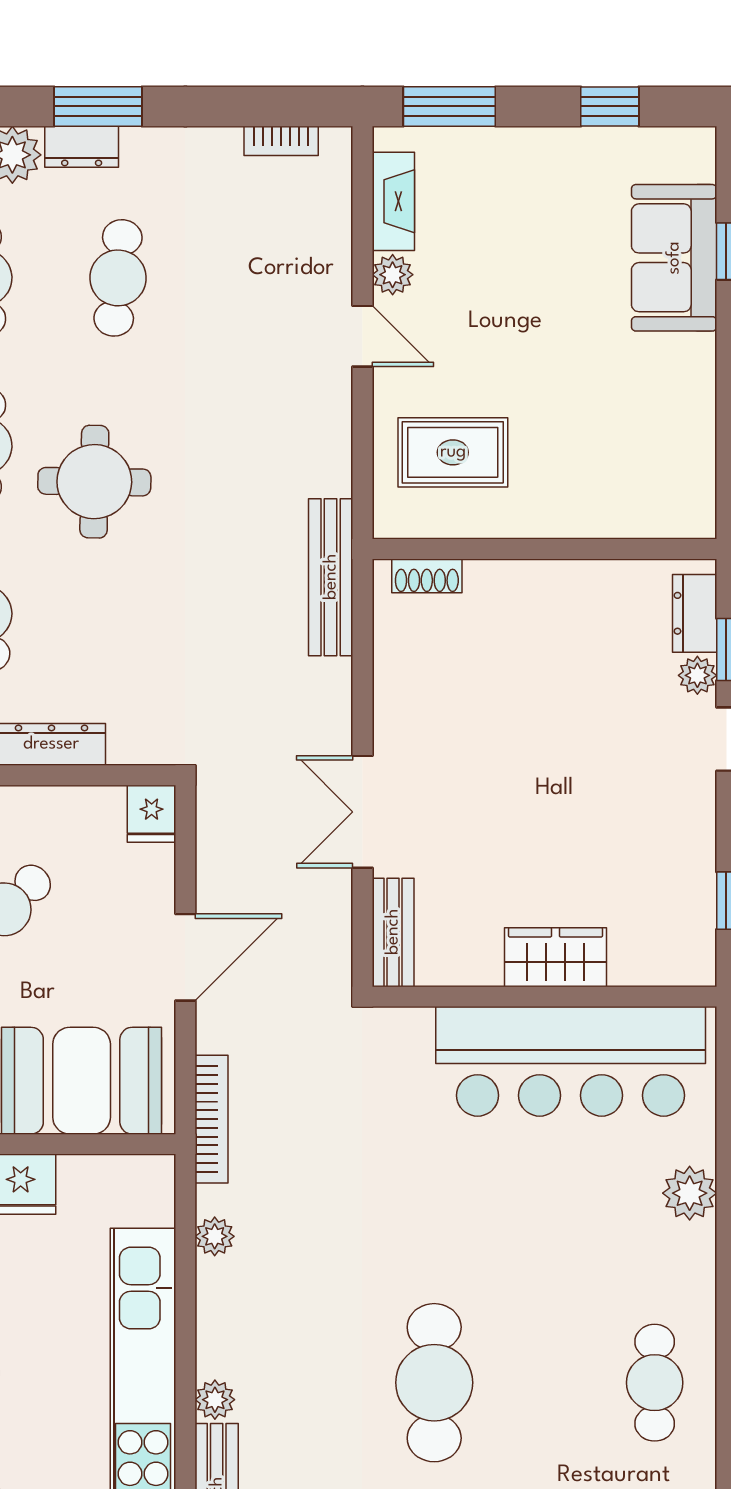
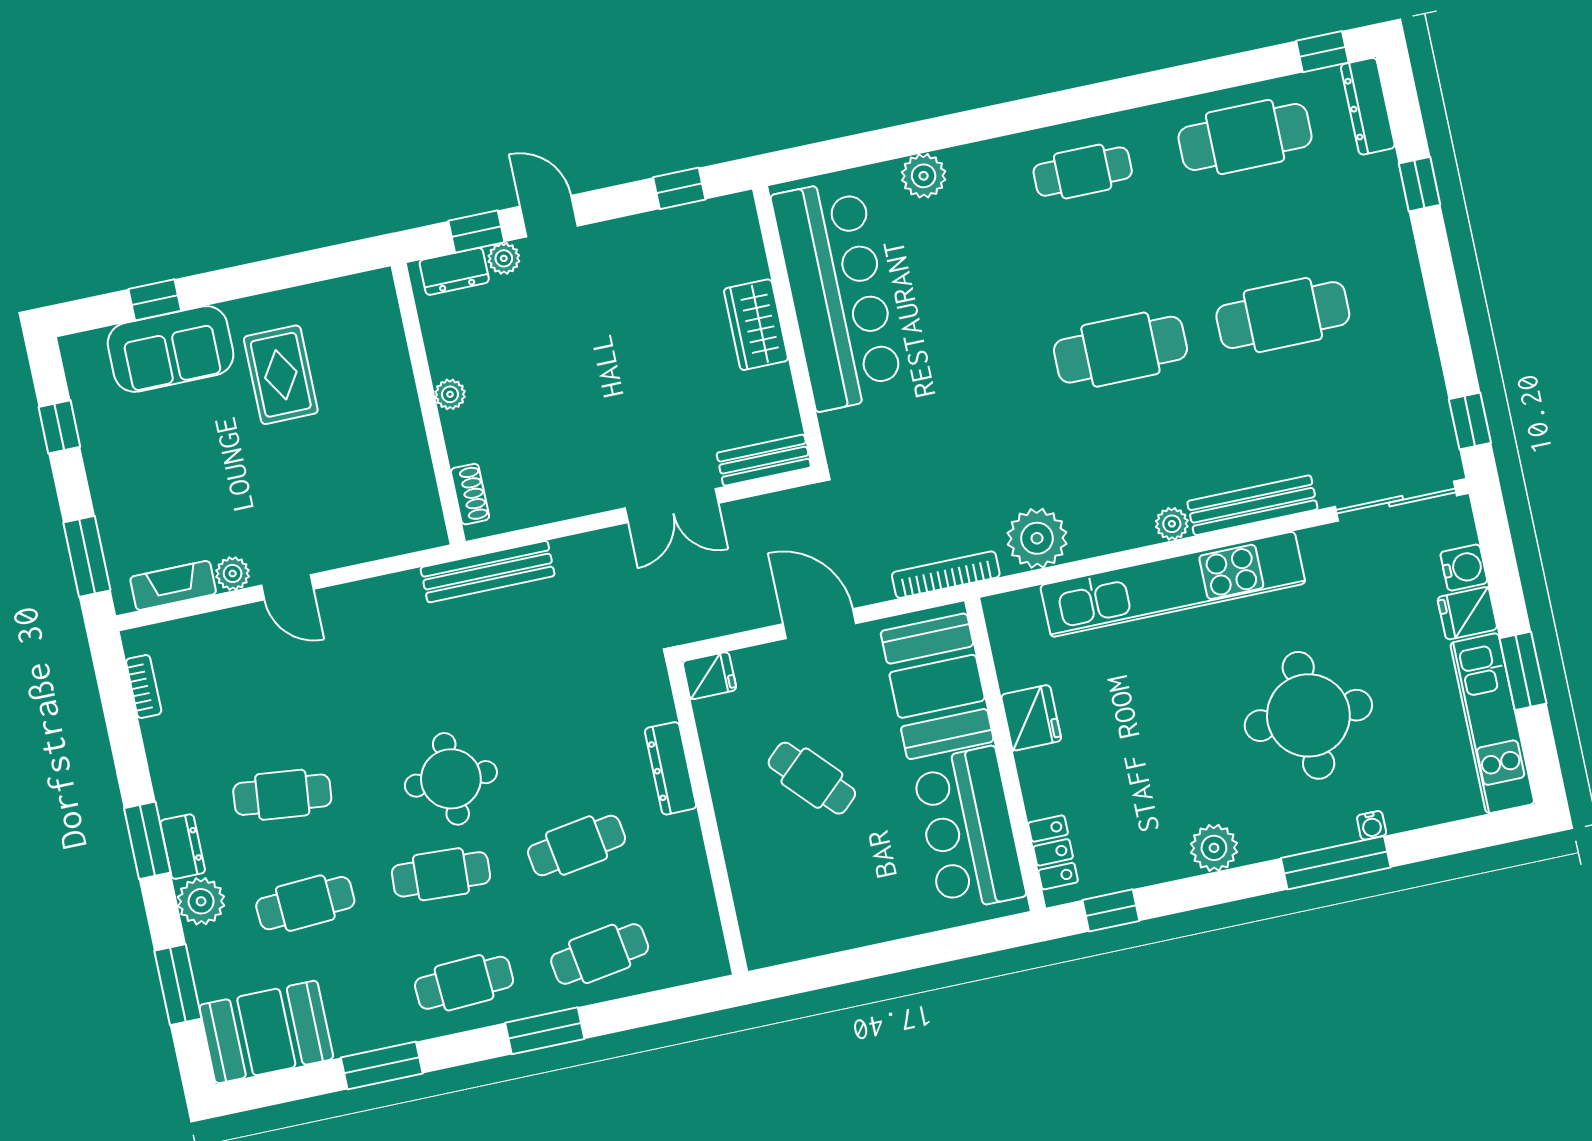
door: (362, 336) -> (287, 587), swing flipped
rug: (453, 452) -> (281, 375), moved
plant: (550, 577) -> (450, 394), added
plant: (215, 1236) -> (1037, 538), width x1.87, depth x1.87

